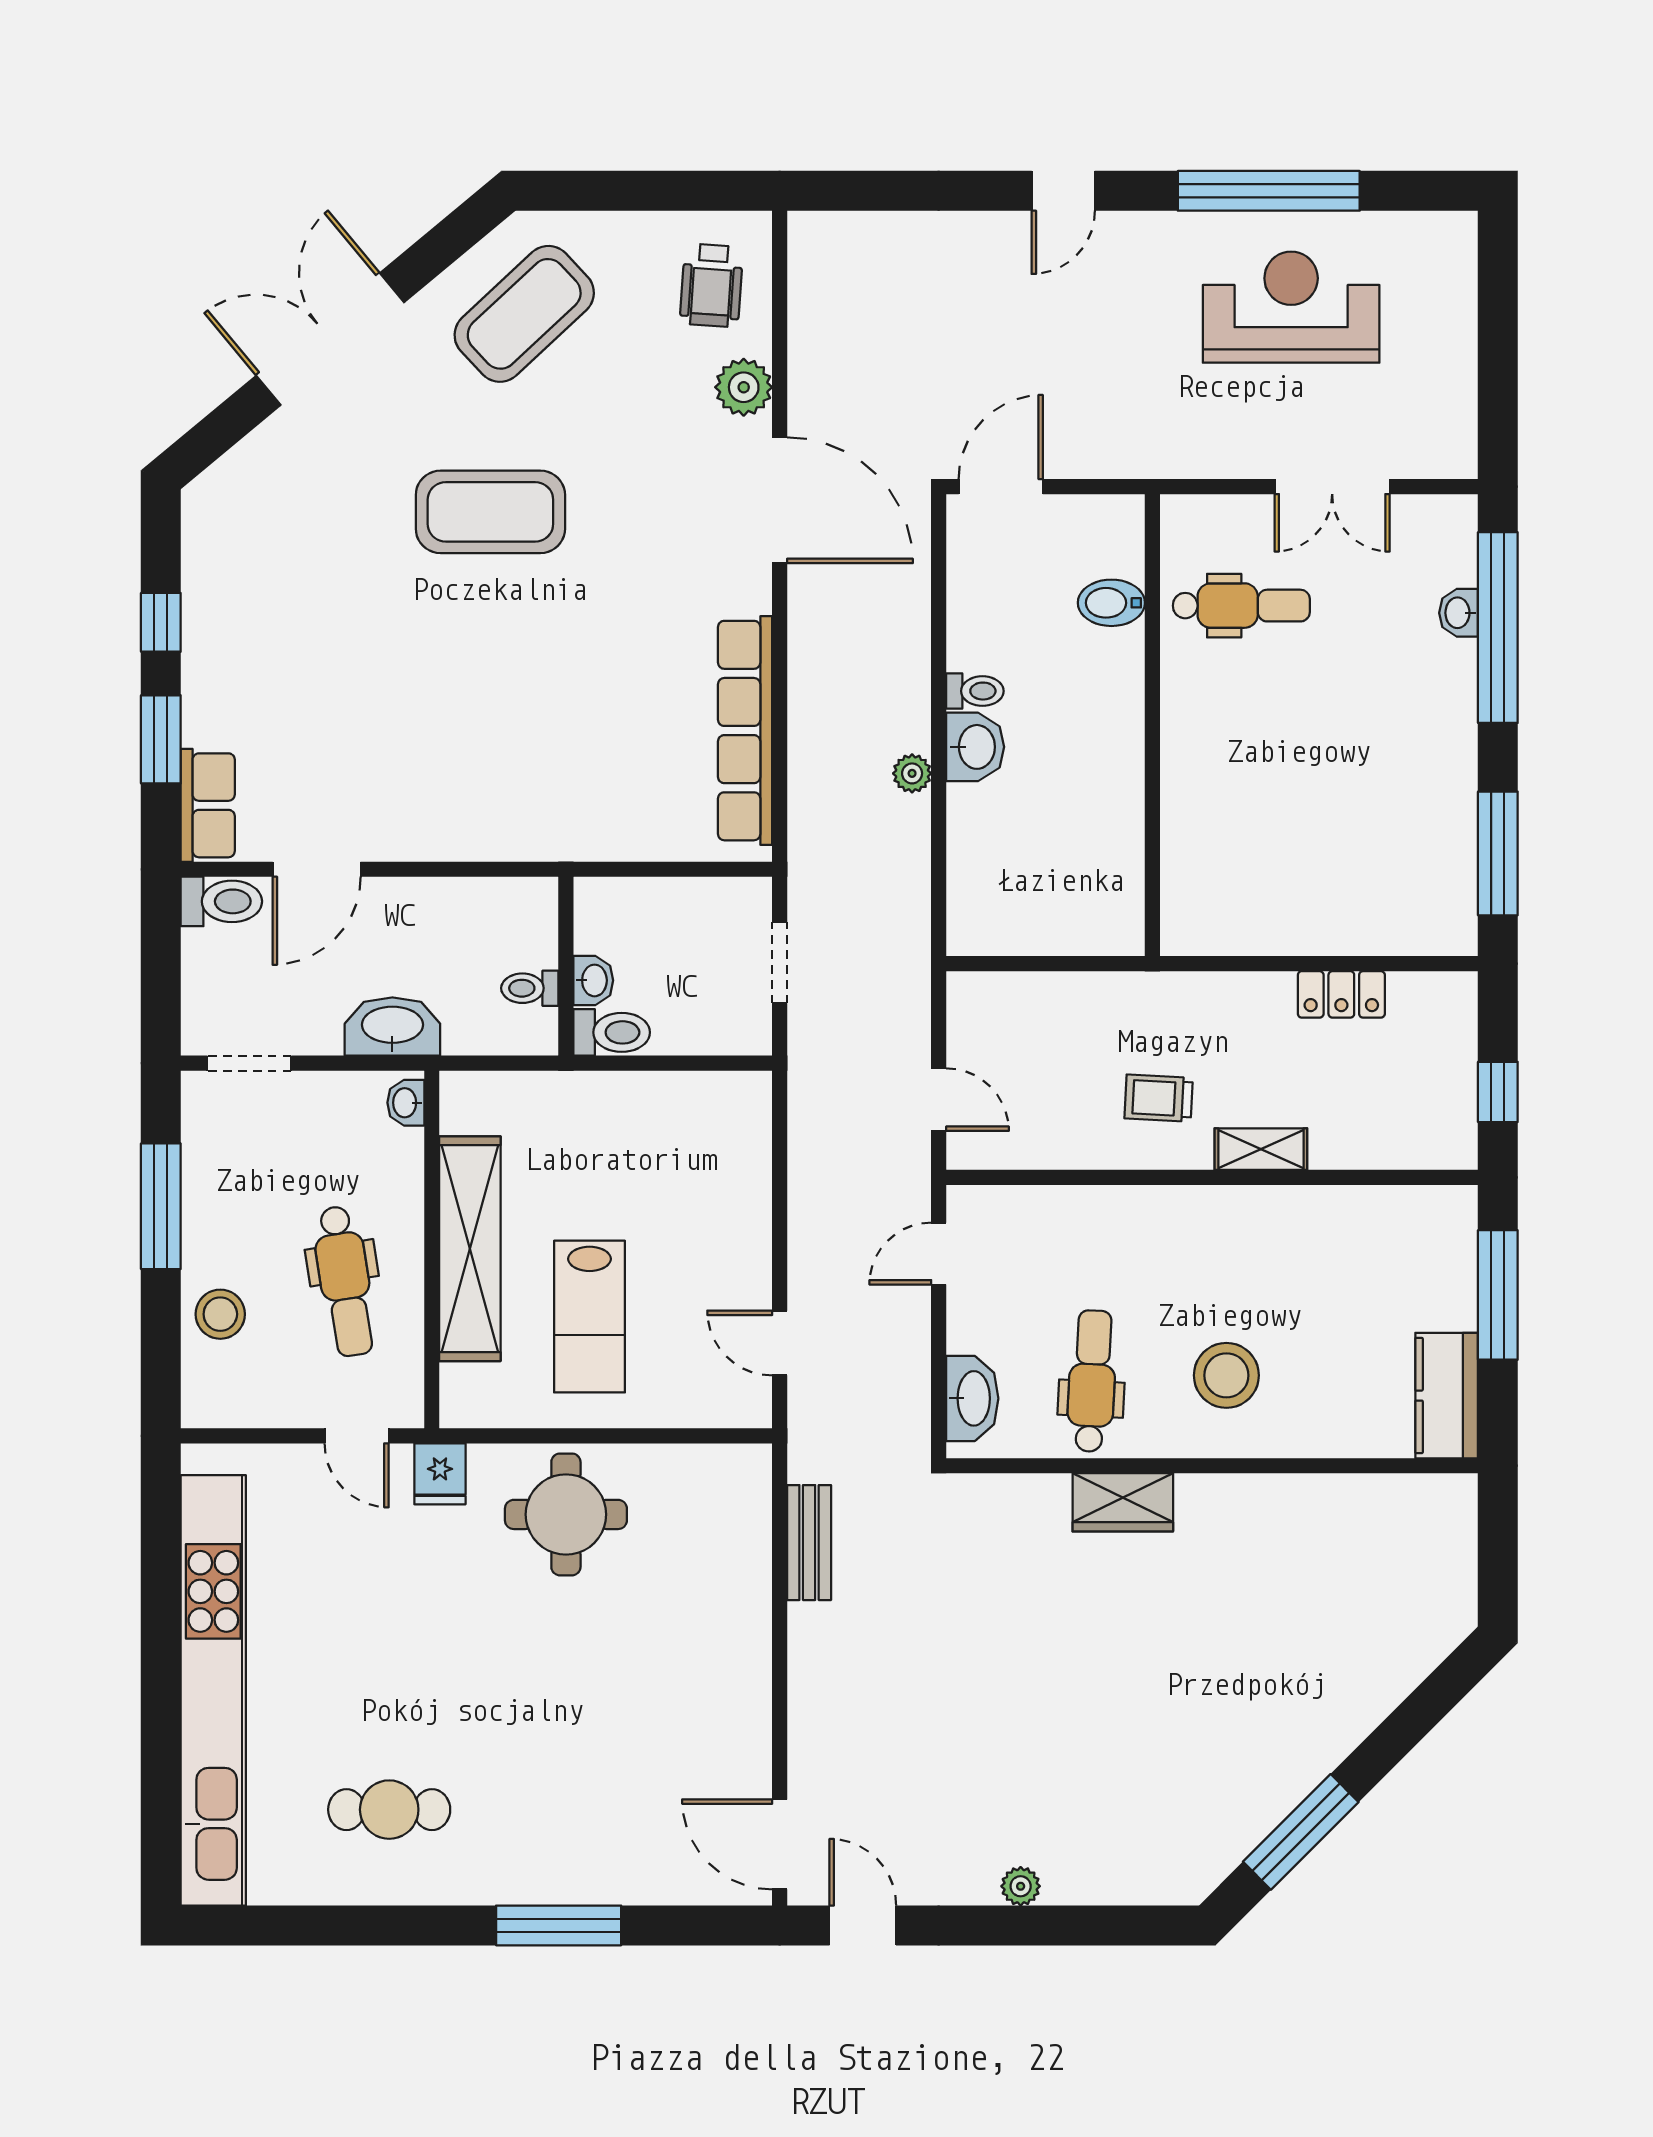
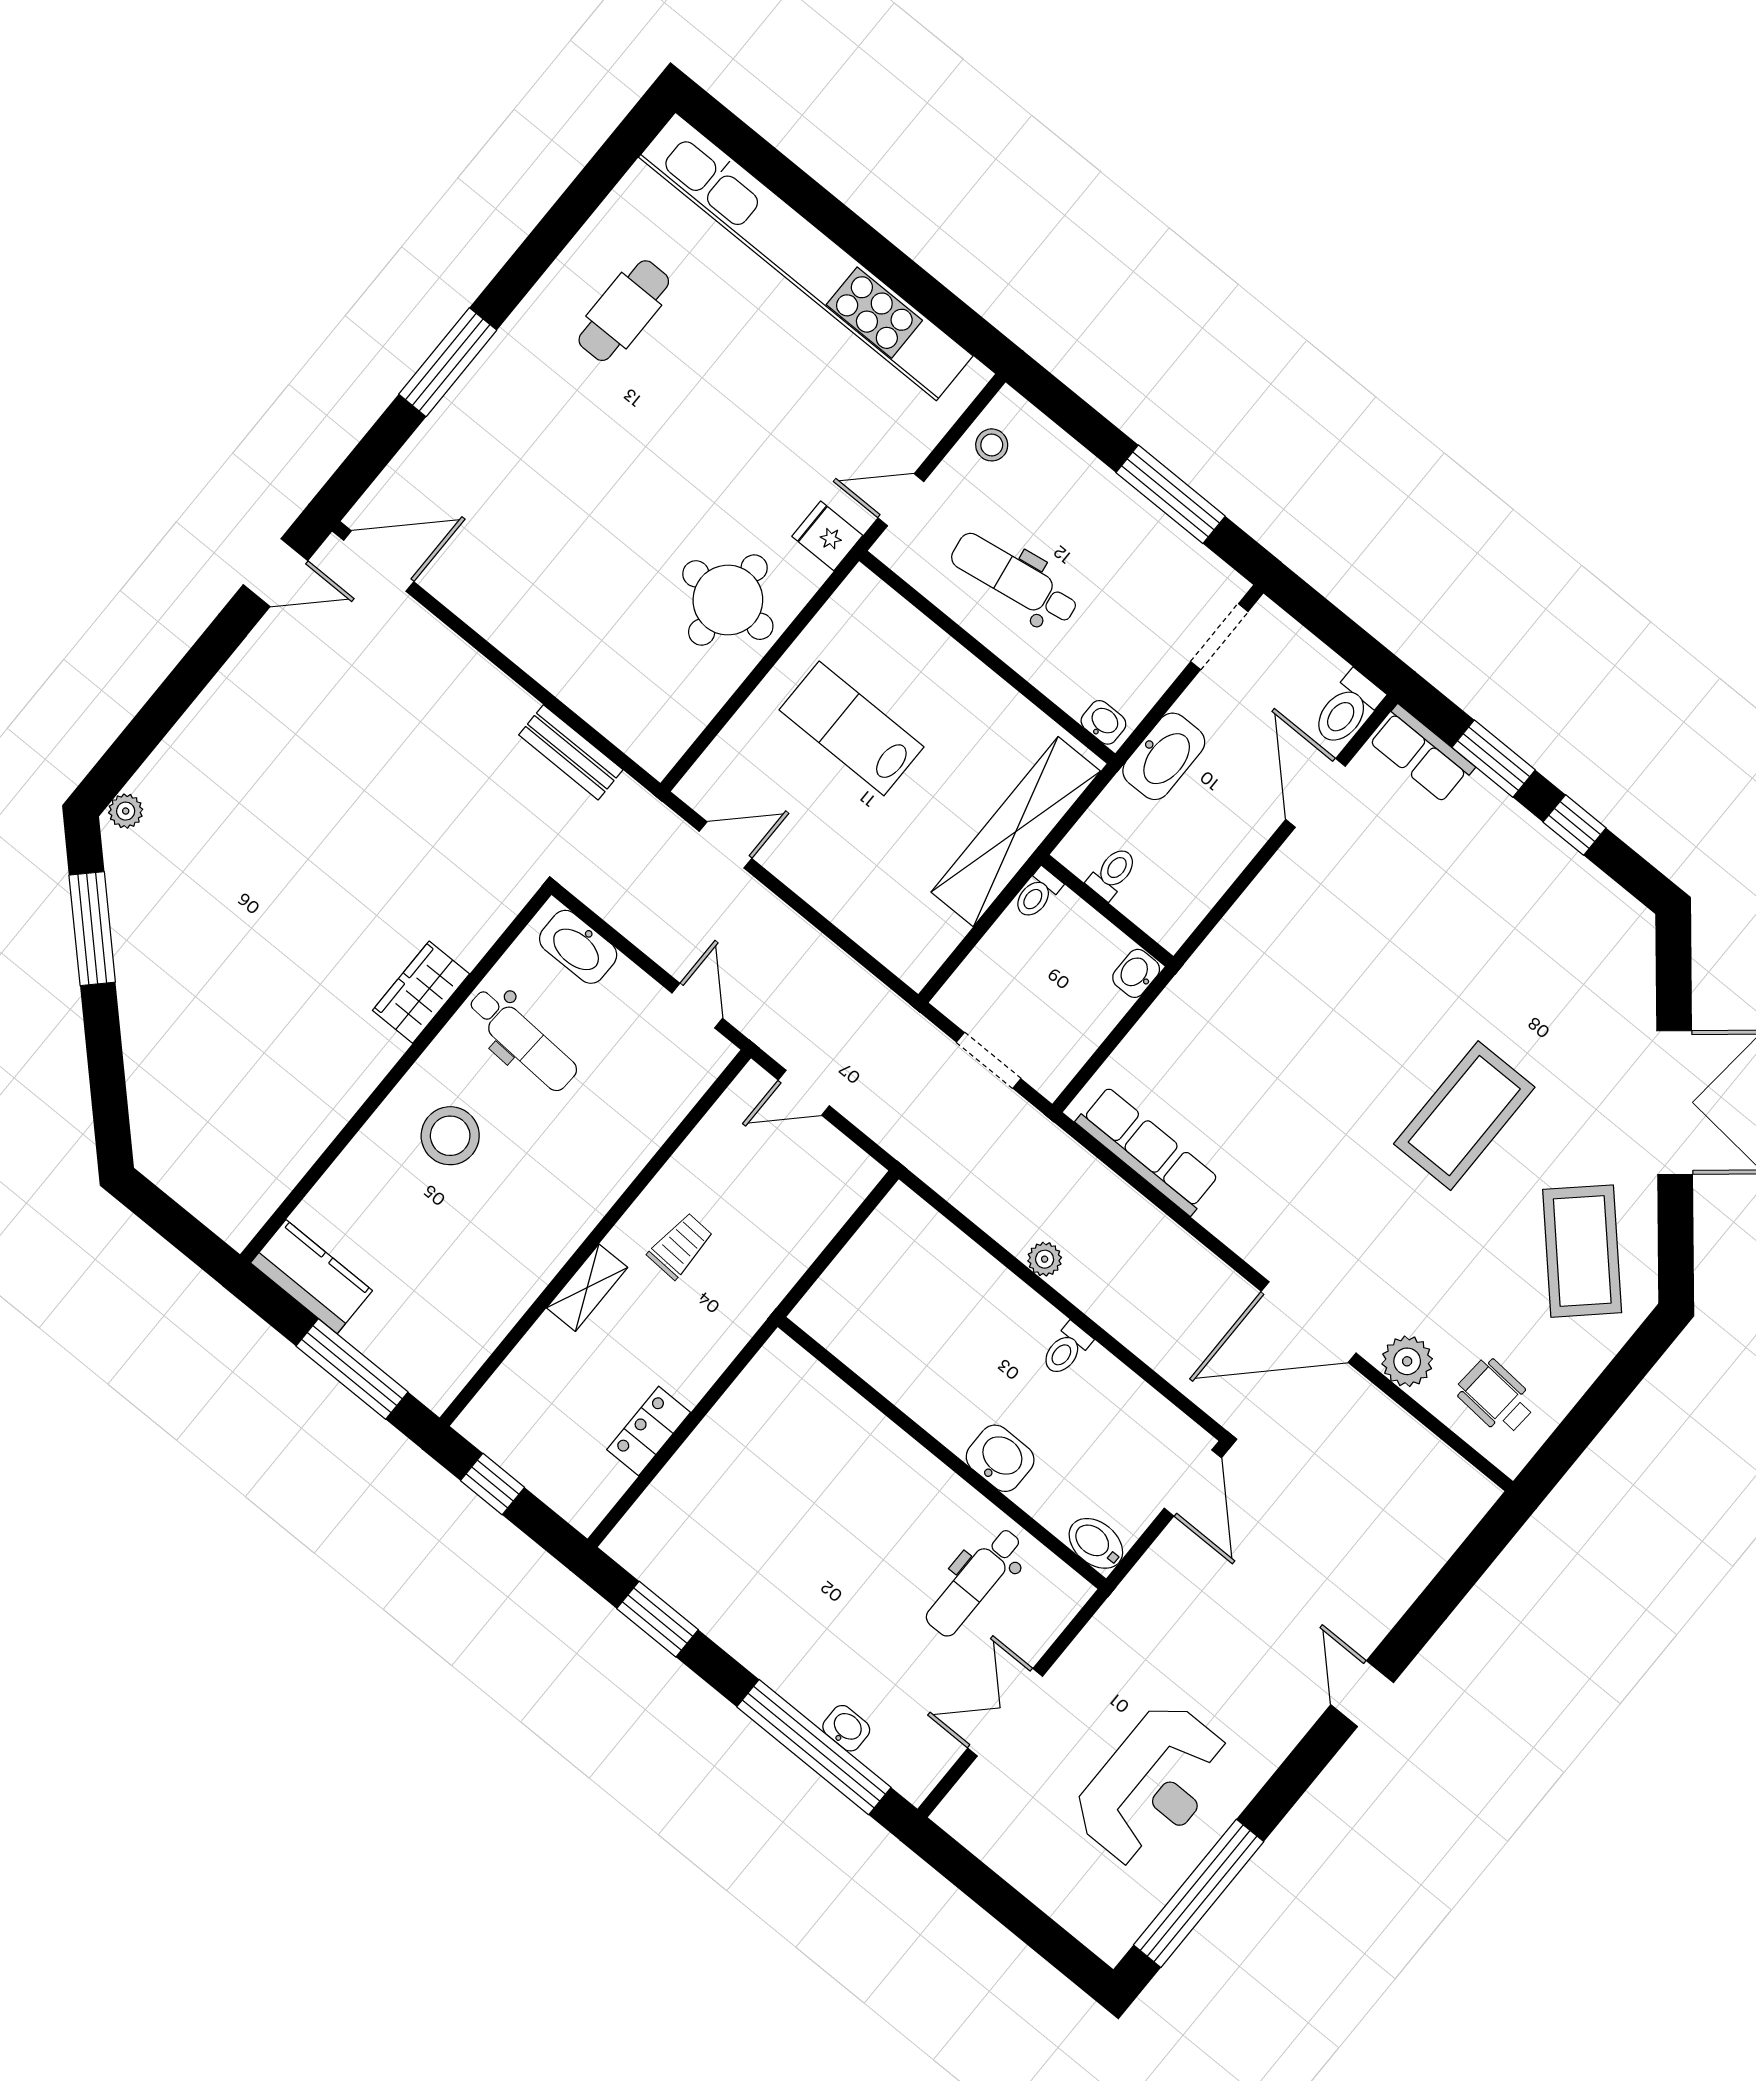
window: (1269, 191) -> (1199, 1893), moved
bidet: (1111, 603) -> (1096, 1543), moved, turned -90
row of seats: (745, 731) -> (1148, 1151), width x0.73
washbasin: (975, 747) -> (1000, 1458), moved, turned 180
window: (1498, 853) -> (658, 1619), width x0.69
washbasin: (593, 980) -> (1136, 973), moved, turned 90
toilet: (612, 1032) -> (1037, 894), width x0.73, depth x0.72
shelving: (470, 1249) -> (1016, 832), moved, turned 90
stool: (220, 1314) -> (992, 445), moved, width x0.73, depth x0.73
plant: (1021, 1886) -> (126, 811), moved

